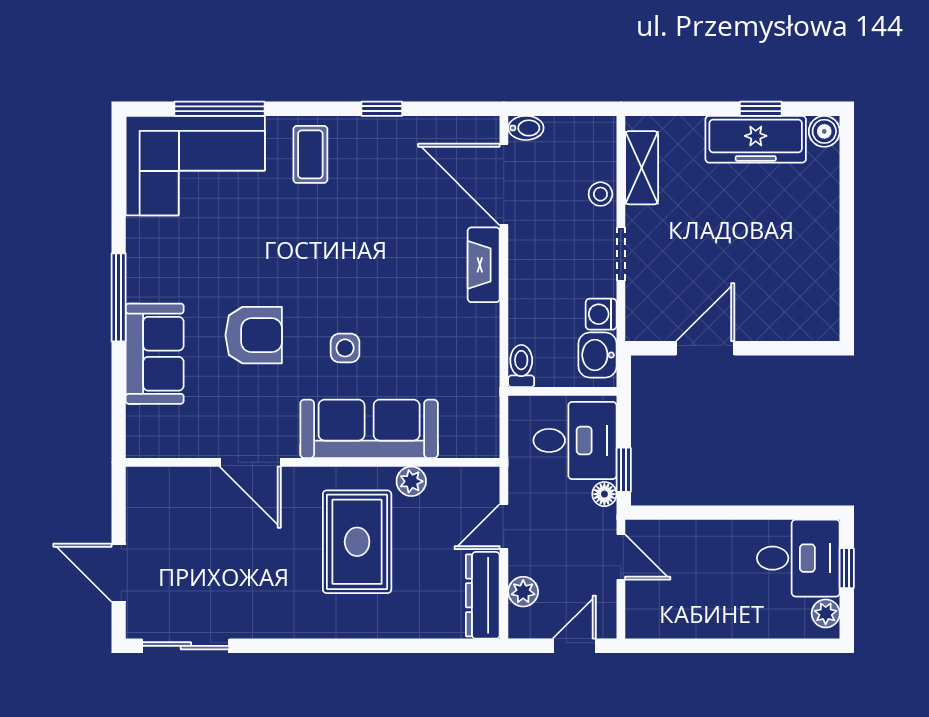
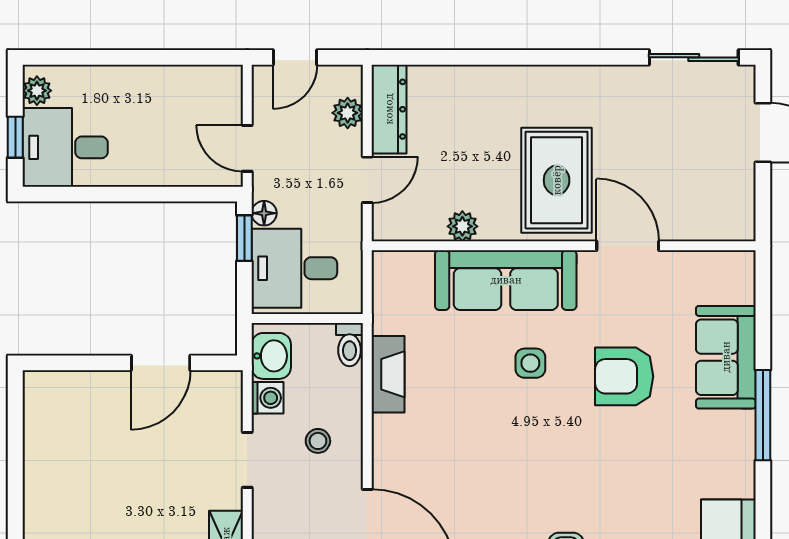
stool: (600, 194) -> (318, 441), moved
fireplace: (484, 265) -> (388, 374), moved
rug: (357, 542) -> (557, 180), moved

